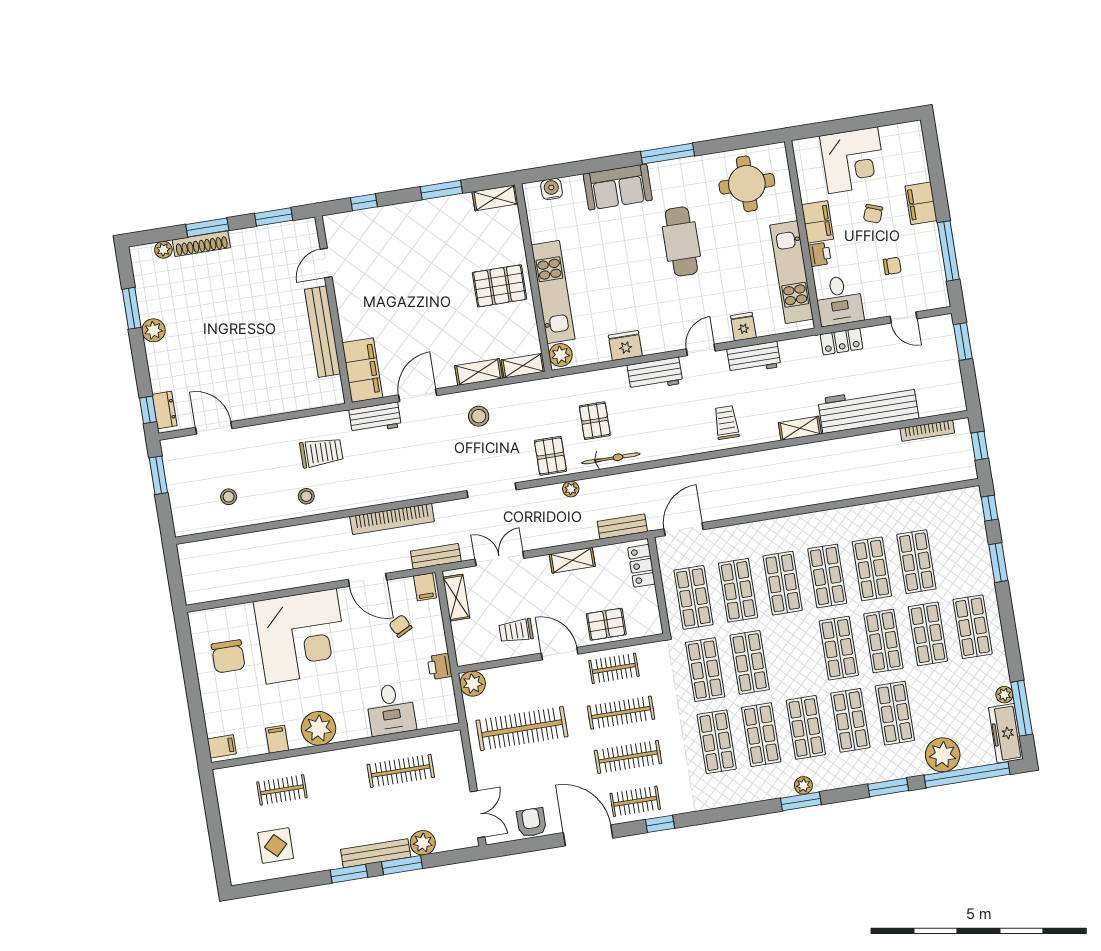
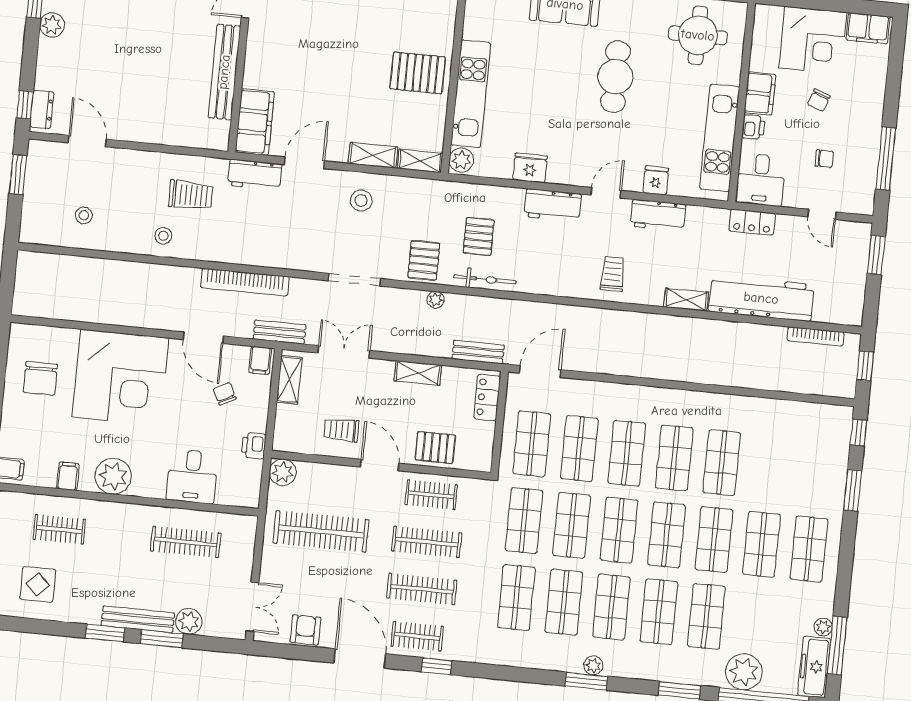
filing cabinet: (921, 203) -> (868, 28), moved, turned -90
shop shelf: (916, 562) -> (619, 530), moved

